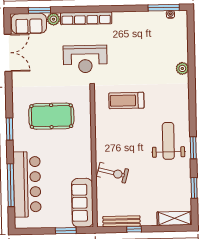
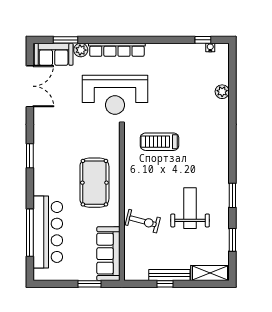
window: (164, 8) -> (203, 40), width x0.46
reception desk: (85, 59) -> (115, 95), width x1.36, depth x1.30
plant: (182, 68) -> (222, 92), moved
pool table: (51, 116) -> (94, 183), moved, turned 90
window: (10, 129) -> (30, 156), moved
weight bench: (168, 141) -> (190, 208), moved
bench: (121, 221) -> (169, 275), moved

